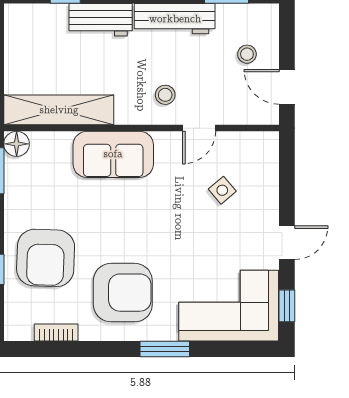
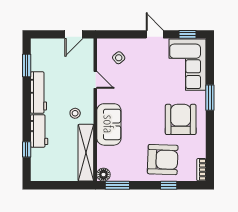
stool: (247, 54) -> (57, 55), removed
stool: (165, 95) -> (75, 113), moved
side table: (222, 190) -> (119, 58), moved
bookcase: (56, 332) -> (201, 170), moved

